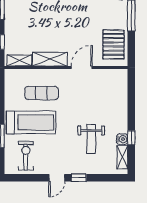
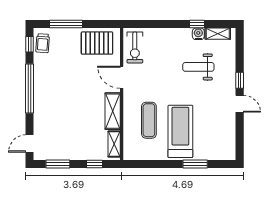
weight bench: (91, 139) -> (198, 67), turned 180
exercise bike: (26, 156) -> (135, 48), moved, turned -90

